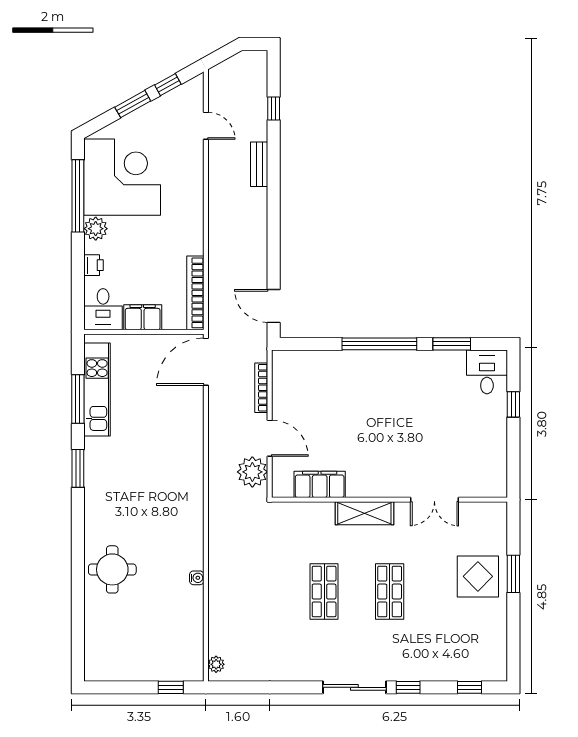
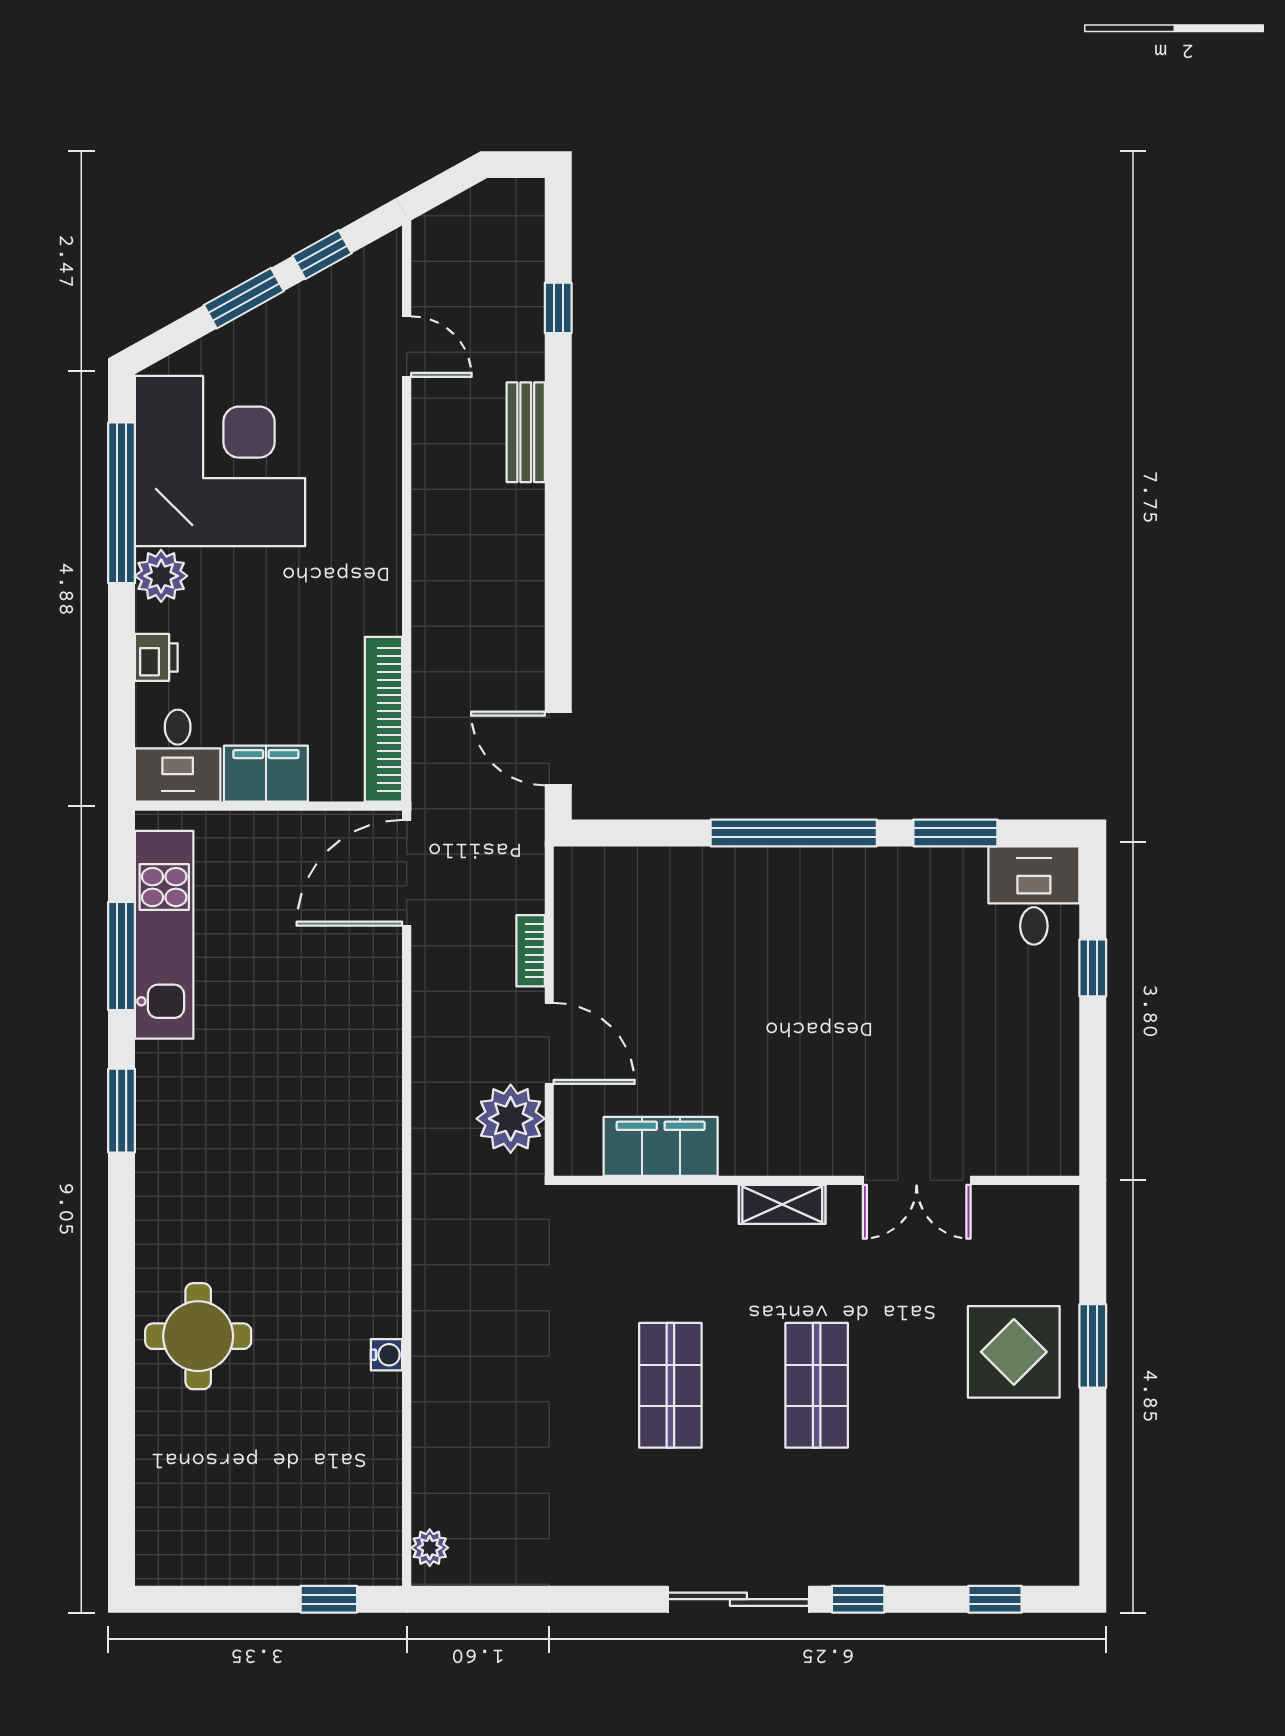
bookcase: (261, 388) -> (531, 951), width x0.64
shelving: (364, 513) -> (782, 1204), width x0.67, depth x0.75

